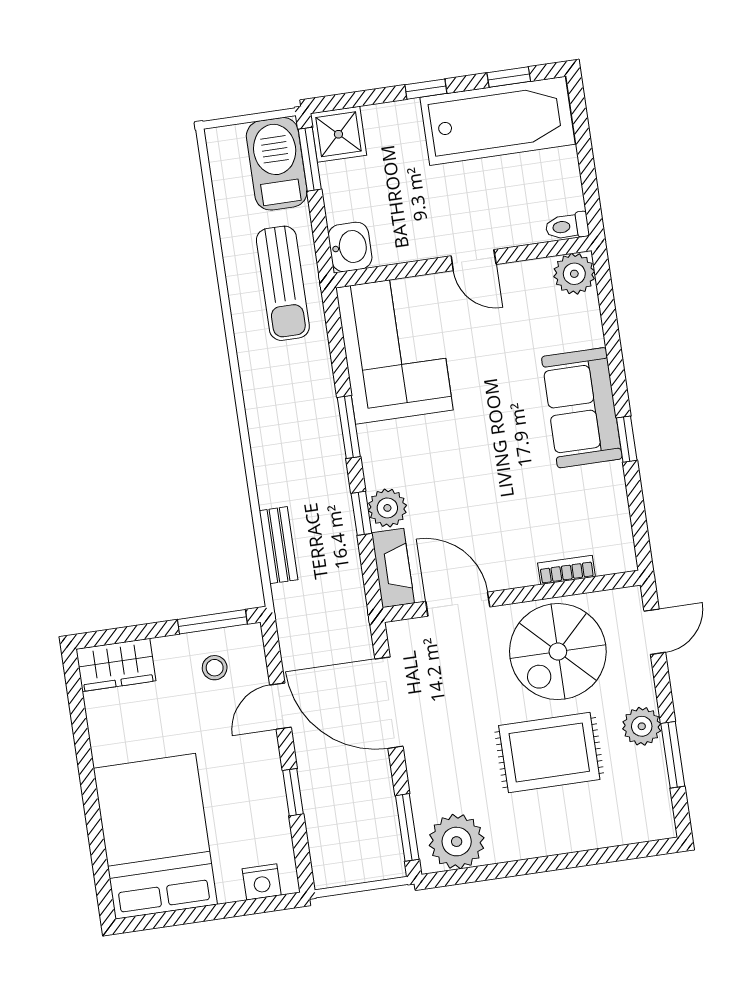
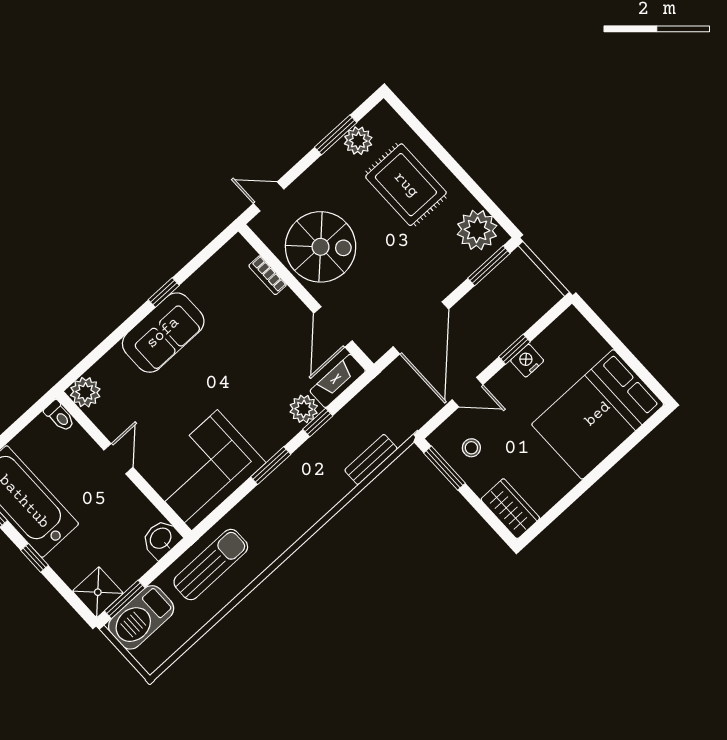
plant: (642, 726) -> (358, 141), moved
rug: (549, 752) -> (406, 185), moved
nightstand: (262, 882) -> (527, 361), moved, turned -90

